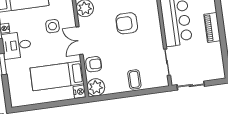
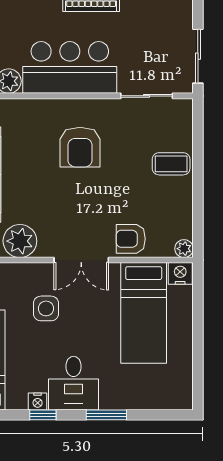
armchair: (127, 23) -> (80, 147), moved
armchair: (94, 64) -> (131, 239), turned -90
plant: (96, 87) -> (184, 249), width x0.53, depth x0.53

